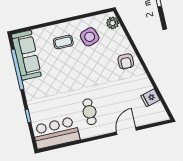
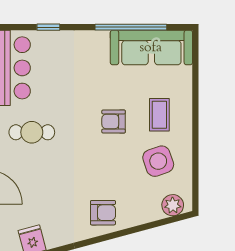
armchair: (126, 61) -> (103, 213), turned 180
armchair: (73, 67) -> (114, 121), added

